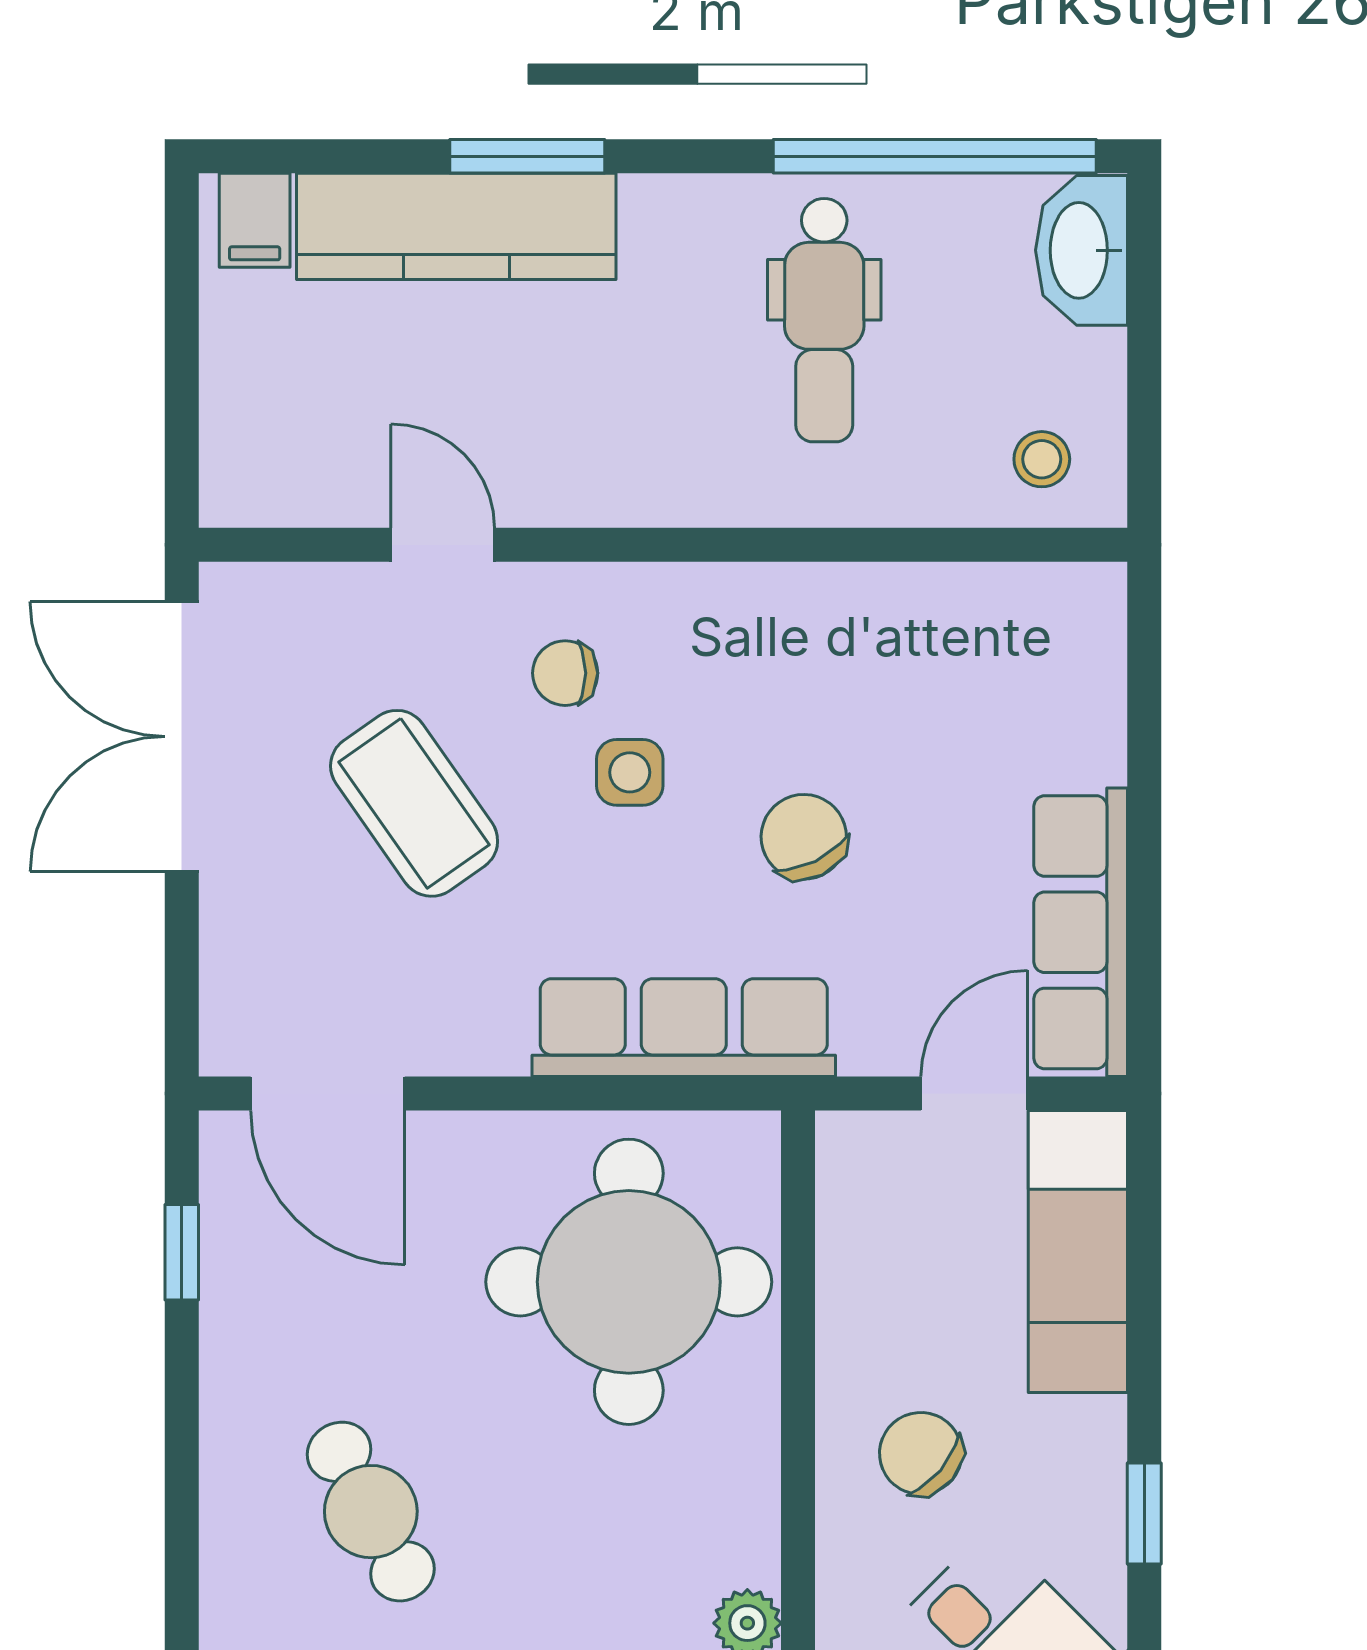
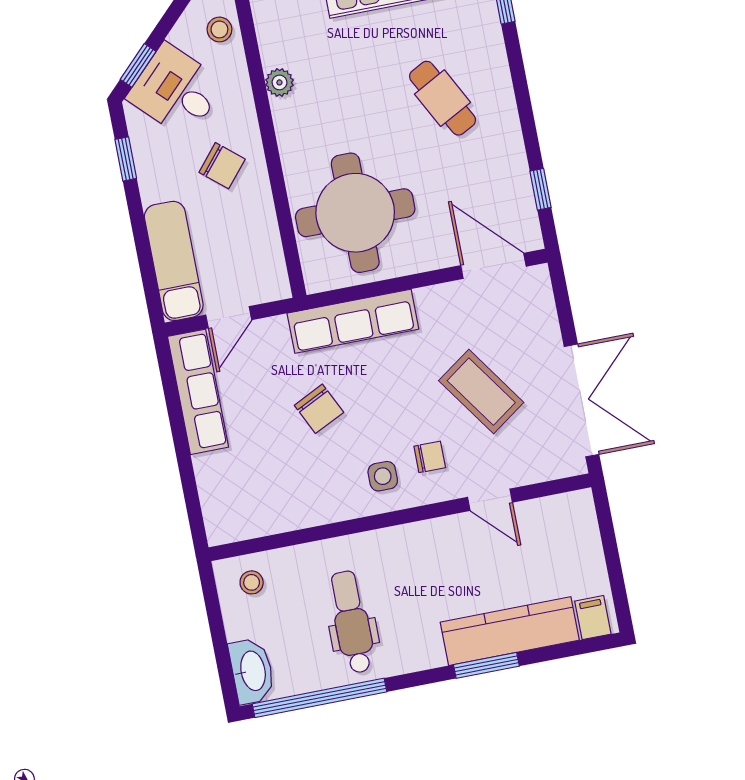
side table: (630, 772) -> (383, 476), moved

